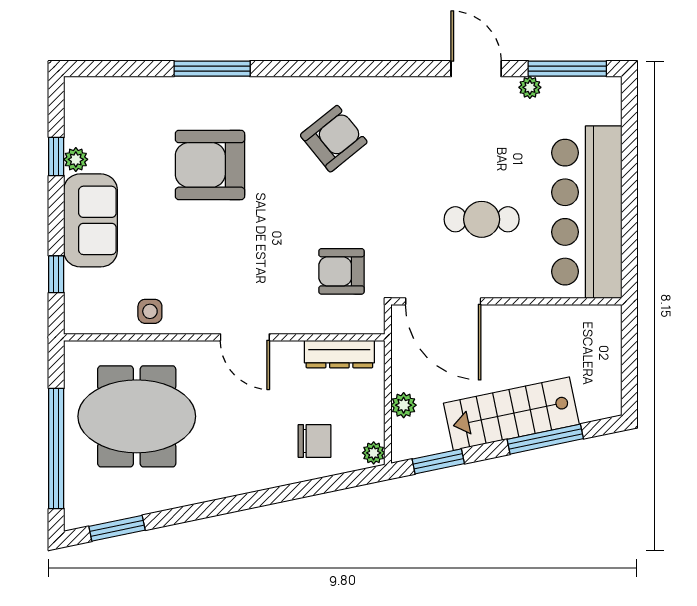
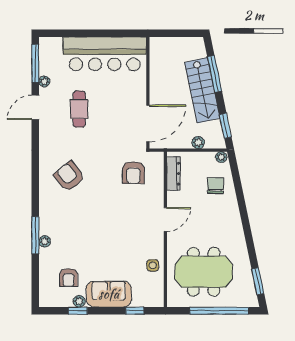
plant: (199, 88) -> (45, 241), added
armchair: (210, 165) -> (69, 278), moved, width x0.53, depth x0.53
cafe table: (482, 219) -> (79, 109), moved
meeting table: (137, 416) -> (204, 272), turned 90

